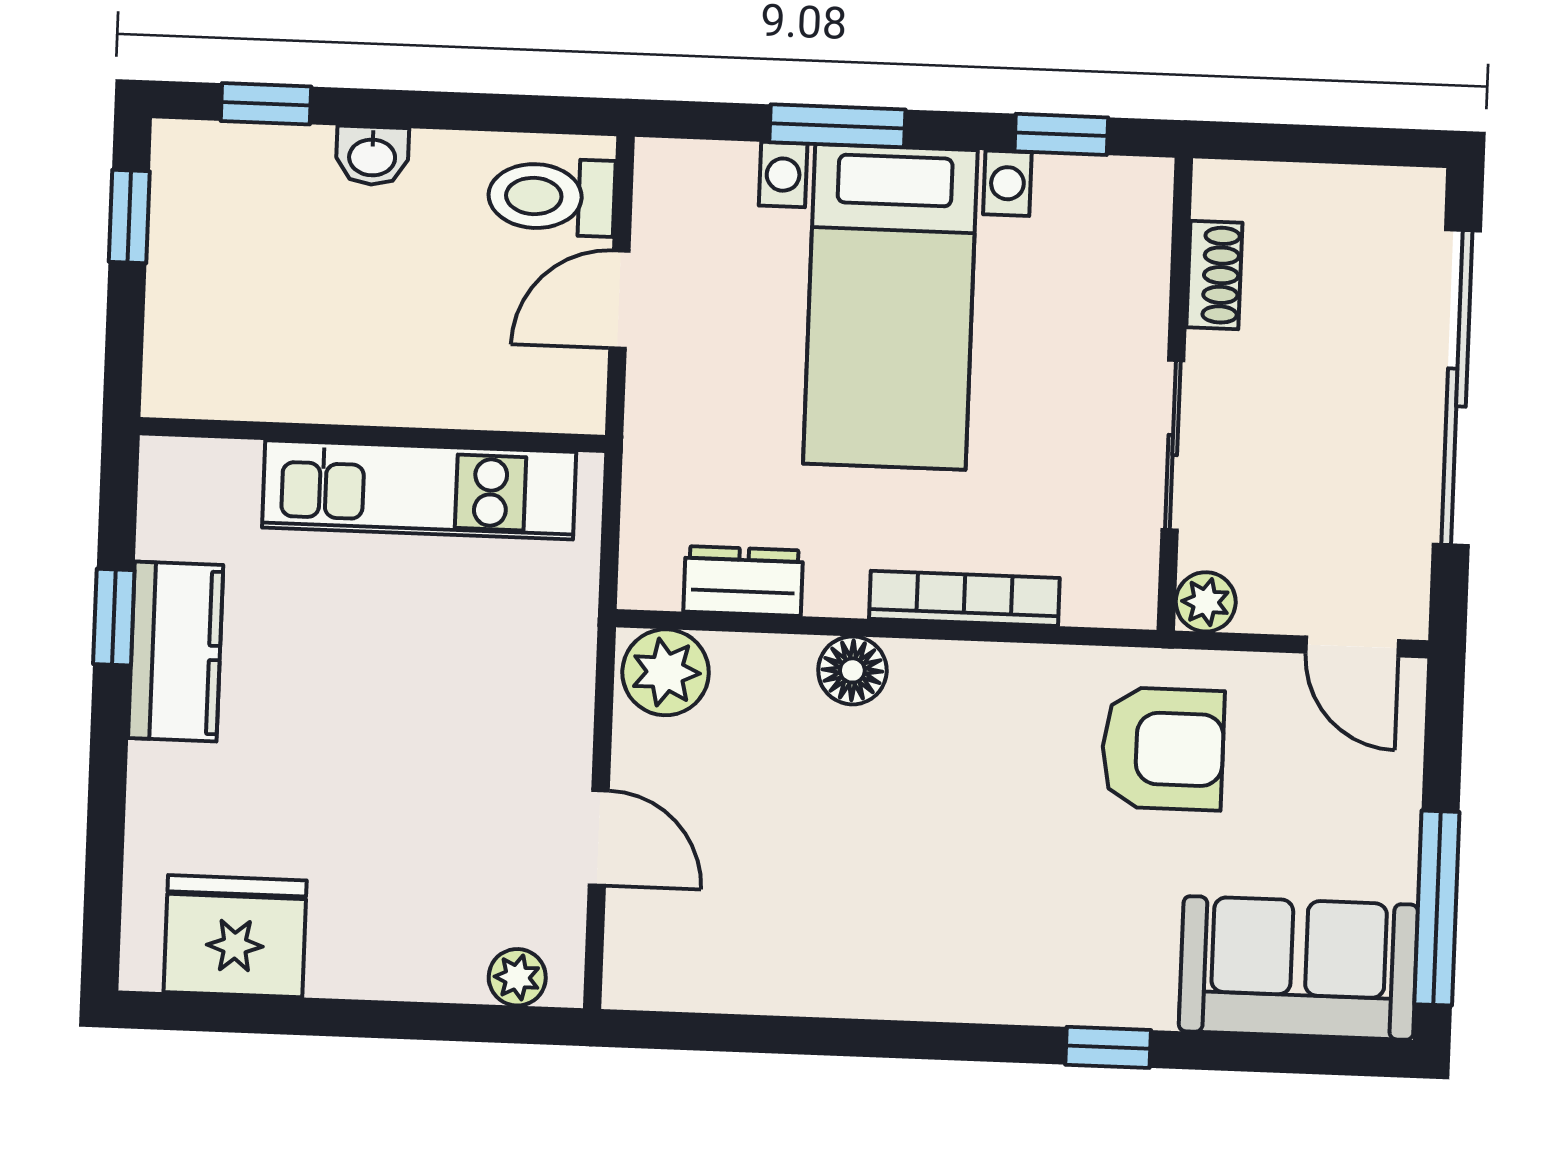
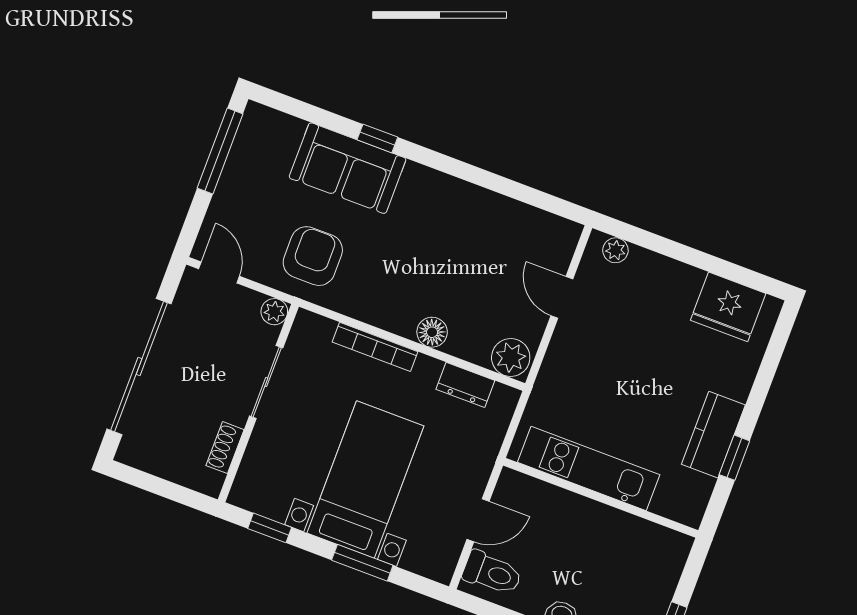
armchair: (1163, 749) -> (313, 256), turned 90
sofa: (1298, 968) -> (348, 168), moved

